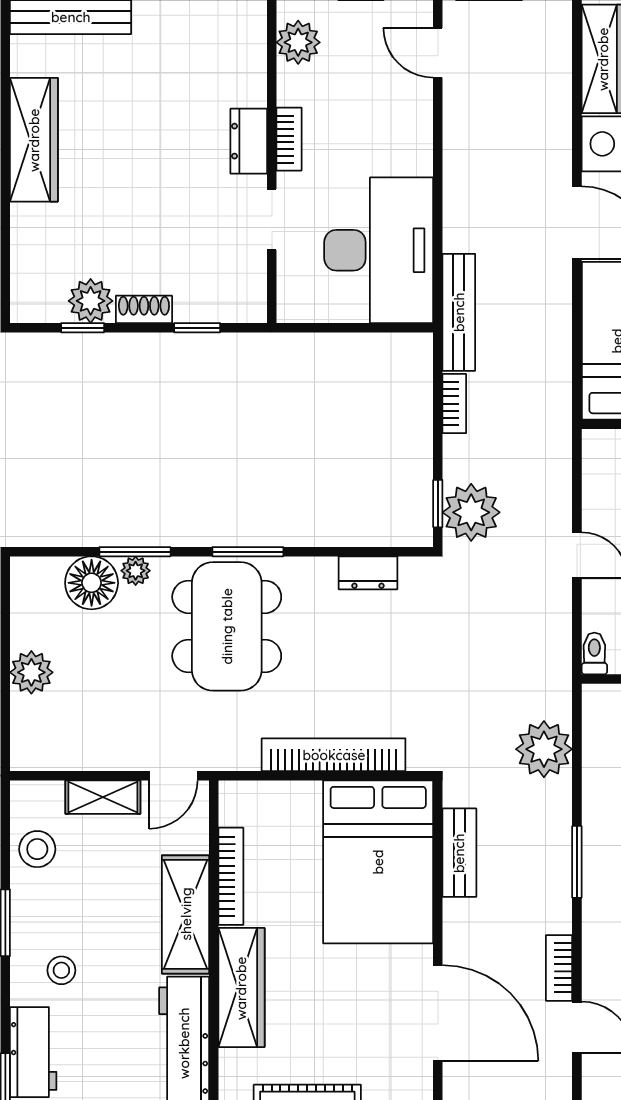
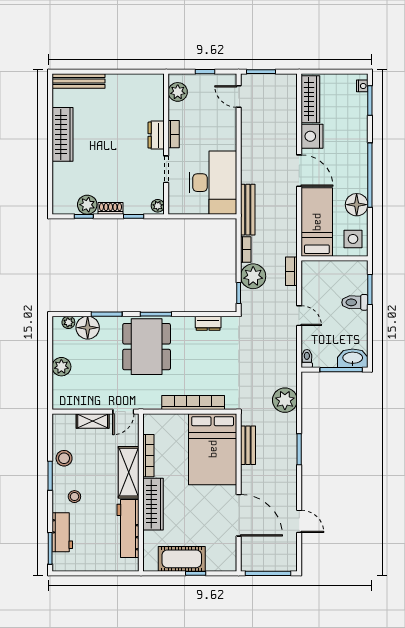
plant: (252, 303) -> (158, 206), added
plant: (471, 512) -> (253, 276), moved
plant: (136, 571) -> (68, 322), moved
stool: (37, 849) -> (64, 458), moved
bookcase: (559, 968) -> (291, 271), moved

